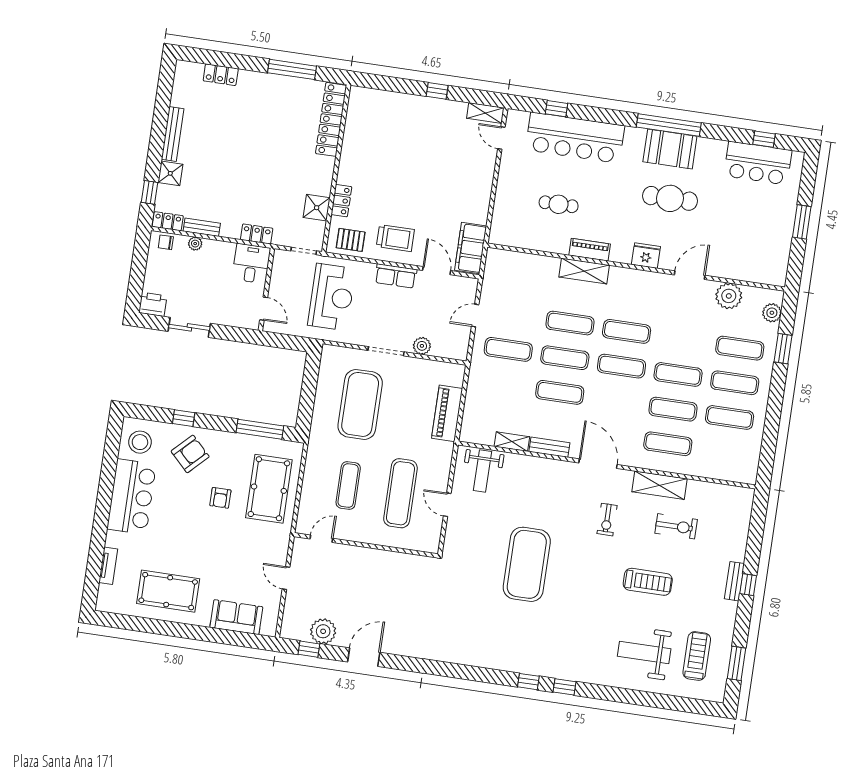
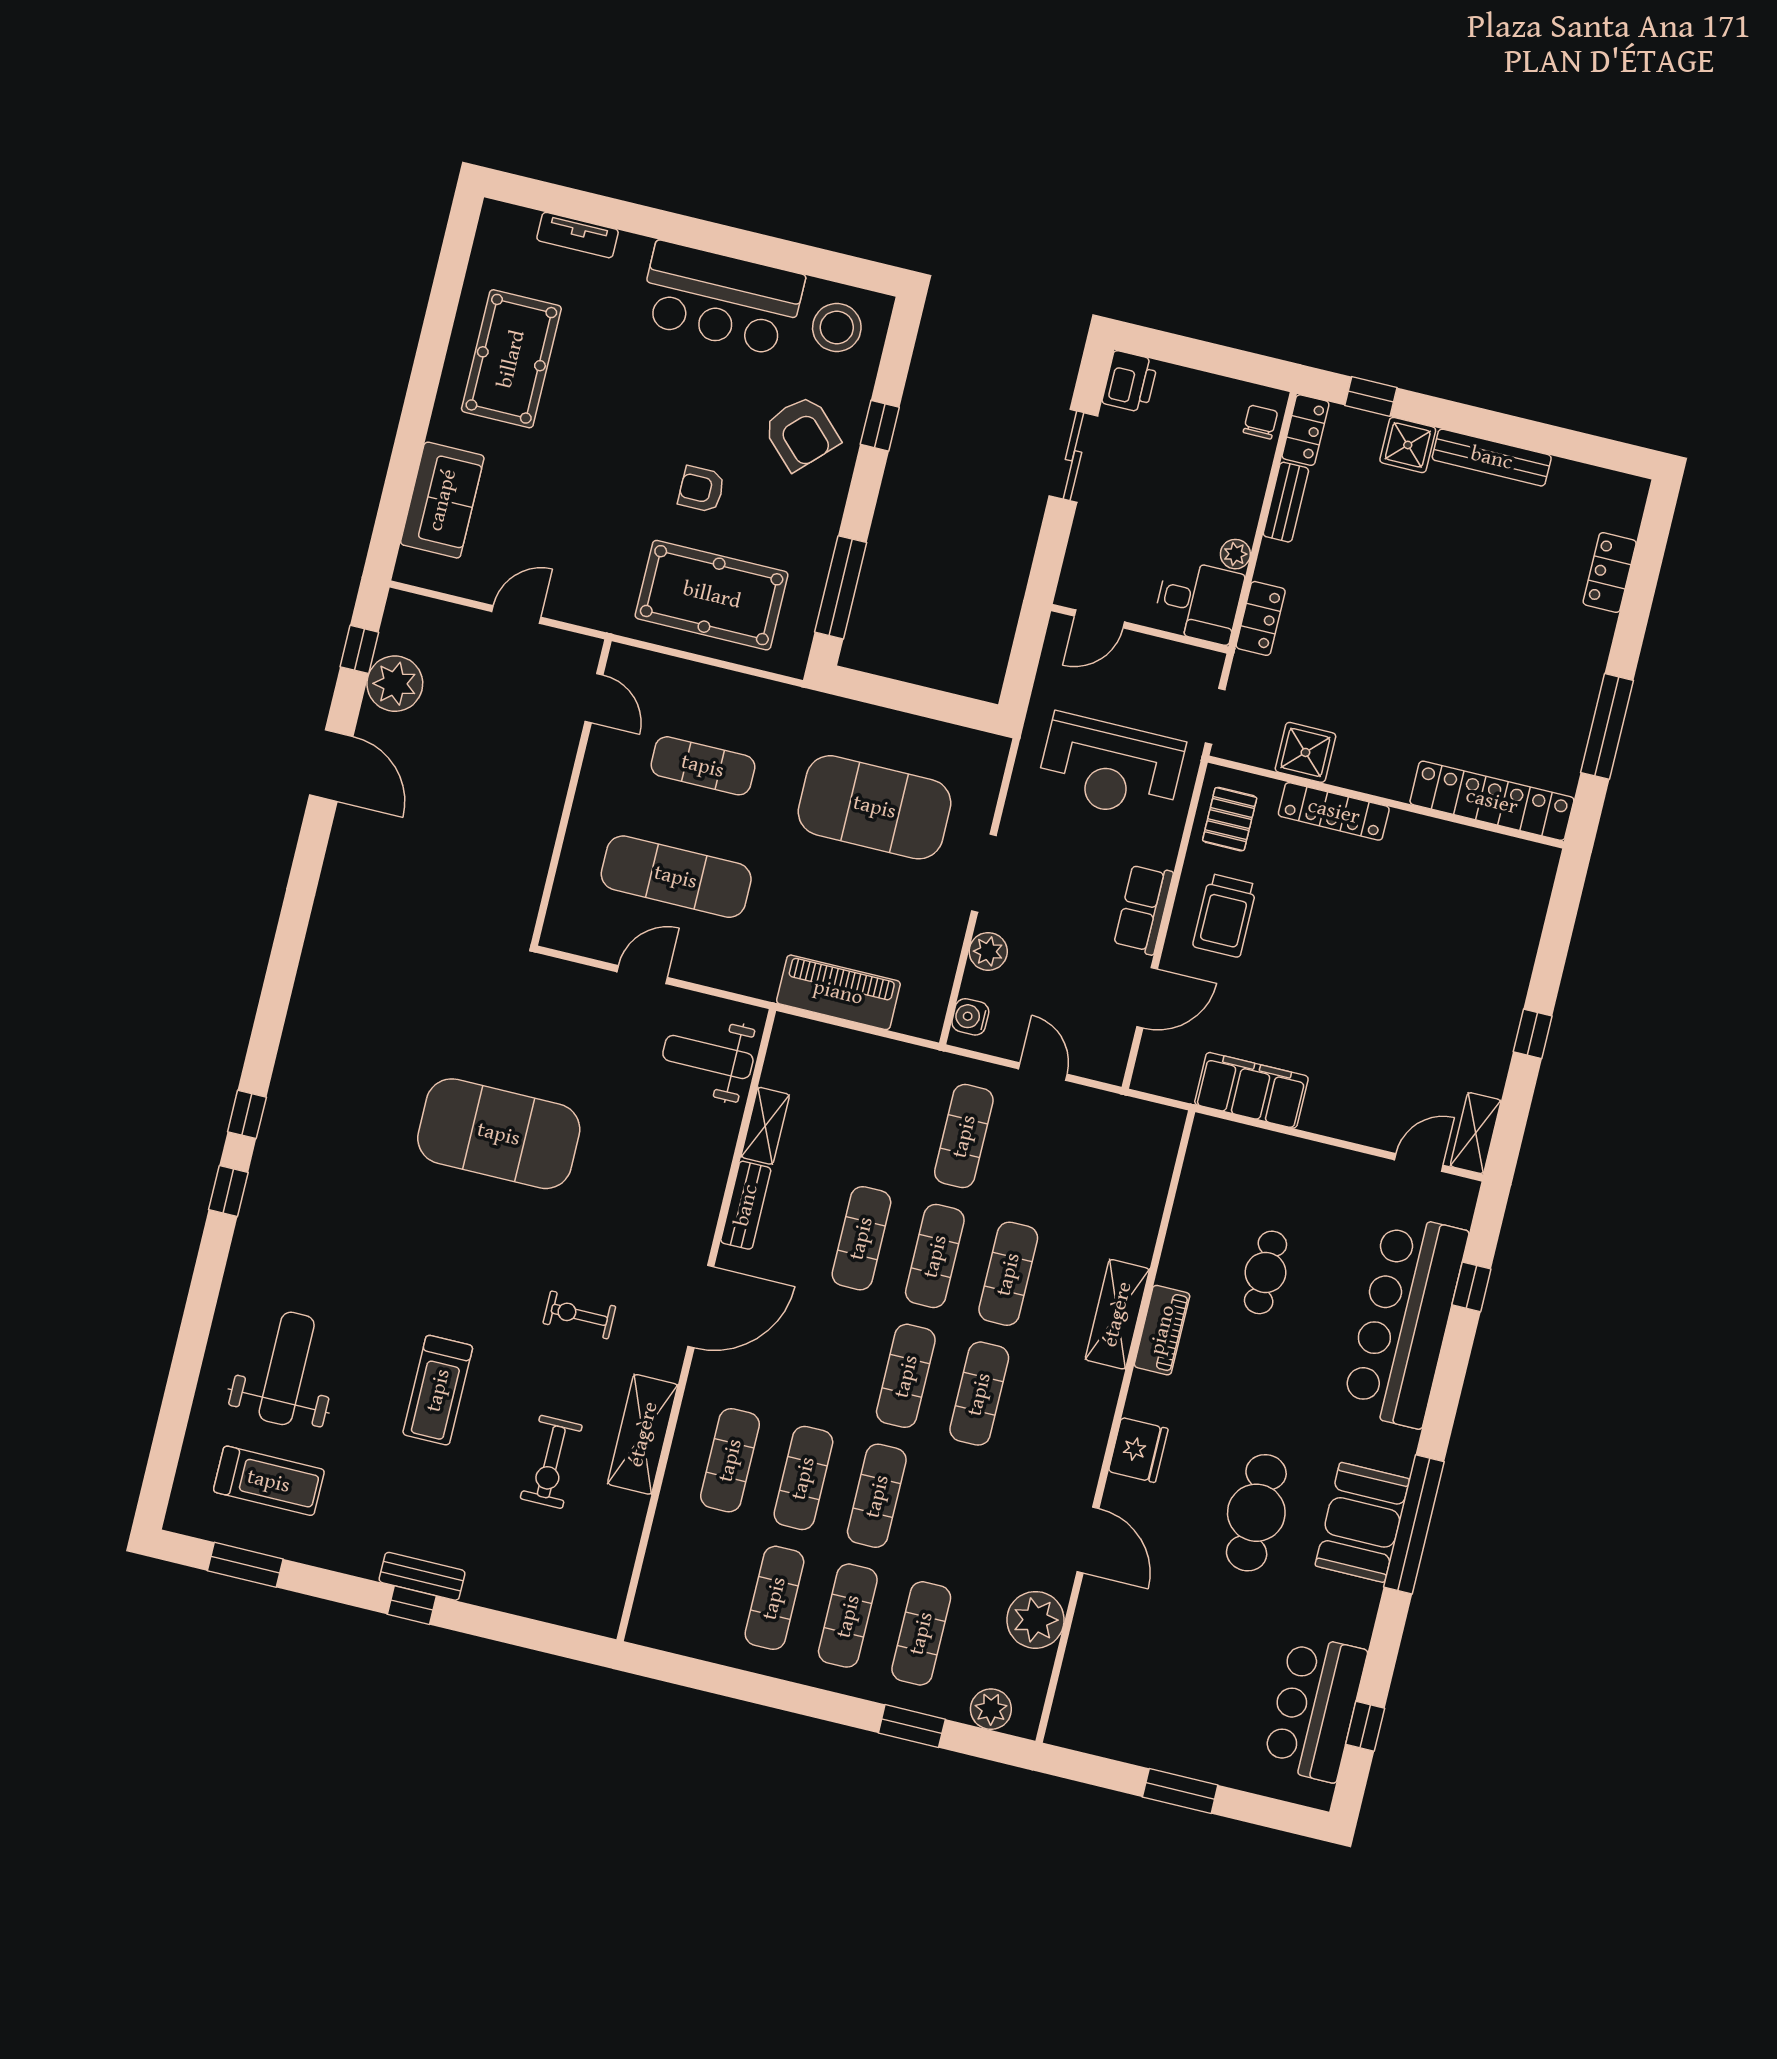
locker: (341, 201) -> (1334, 811), width x1.53
plant: (195, 244) -> (1235, 554), moved
filing cabinet: (471, 248) -> (1251, 1090), moved
water cooler: (453, 351) -> (970, 1017), added

